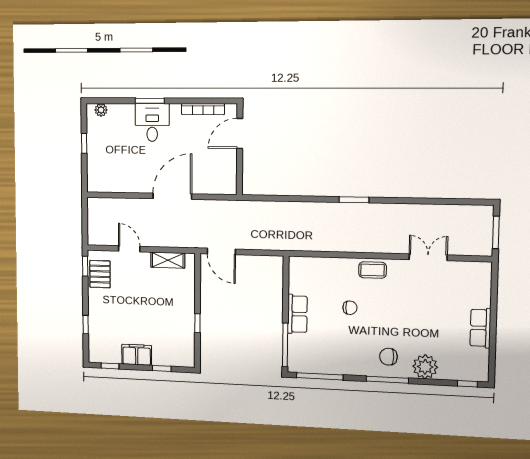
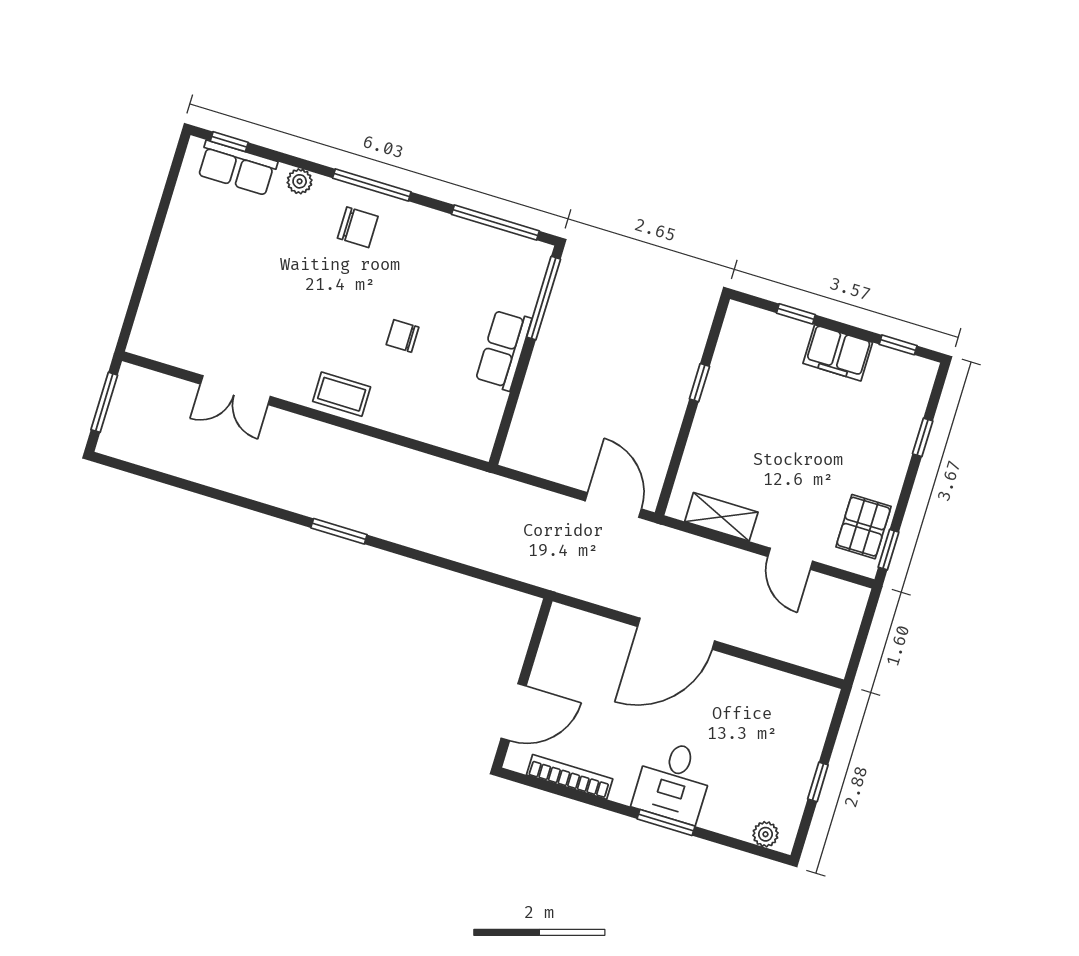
row of seats: (480, 328) -> (237, 168), moved, turned 90
plant: (425, 367) -> (300, 181), width x0.53, depth x0.53

